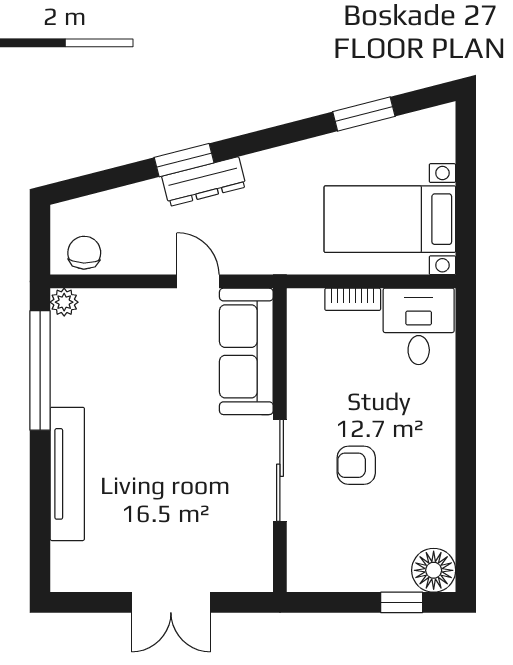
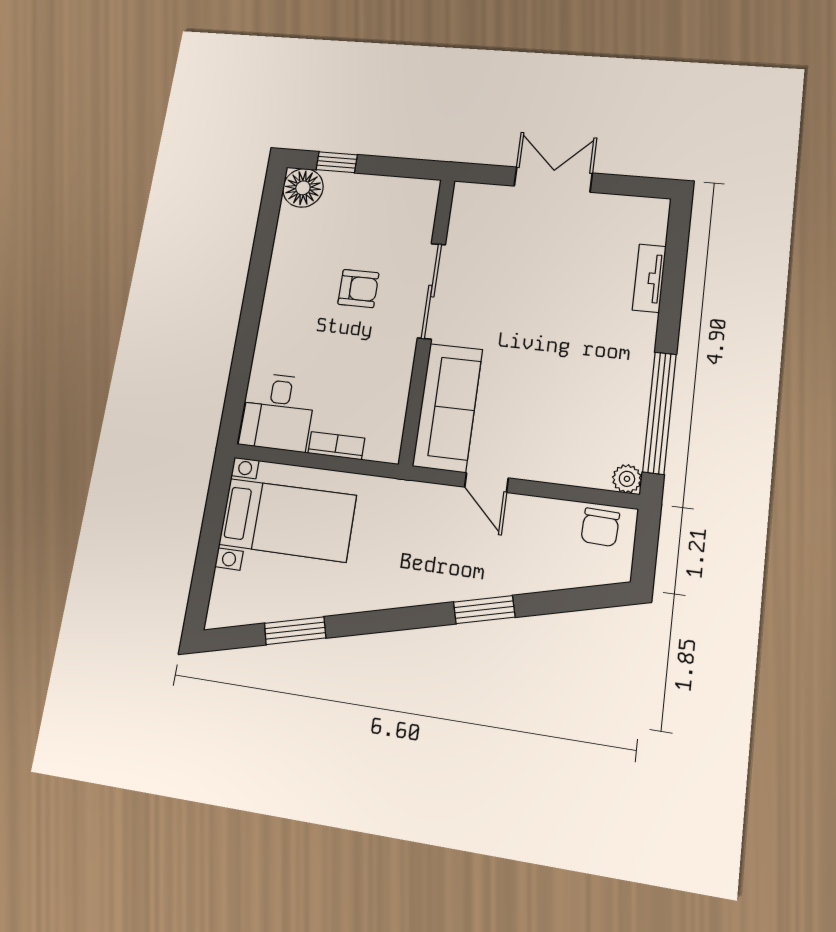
dresser: (204, 182) -> (467, 584), removed
tv unit: (67, 474) -> (649, 278), width x0.52, depth x0.78

